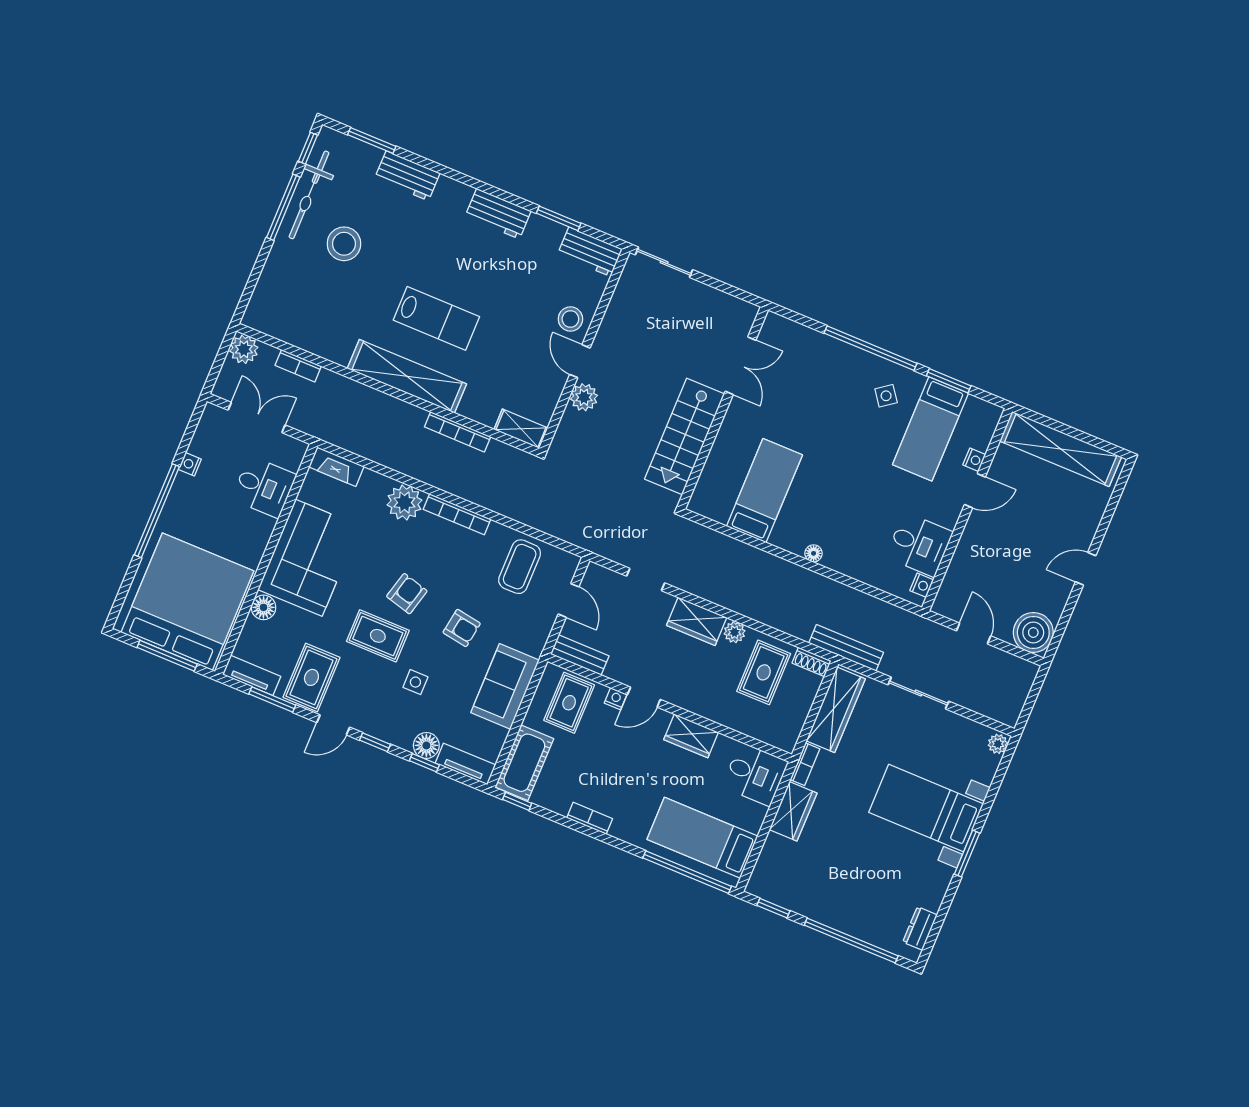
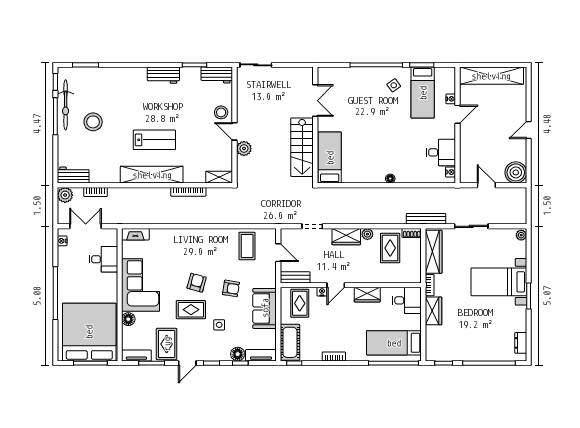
workbench: (407, 176) -> (73, 175), moved, turned 180
nightstand: (190, 464) -> (62, 241), moved
bed: (764, 491) -> (330, 158), moved
plant: (404, 503) -> (177, 238), removed
bookcase: (457, 514) -> (205, 233), removed

